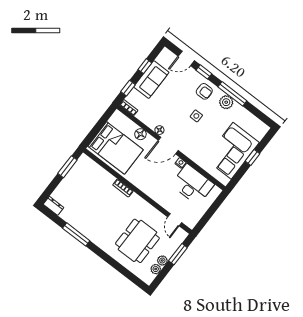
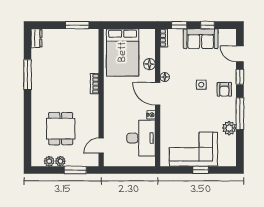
plant: (226, 102) -> (229, 128), moved
side table: (196, 116) -> (201, 85), moved
dining table: (137, 241) -> (61, 129), width x0.73

